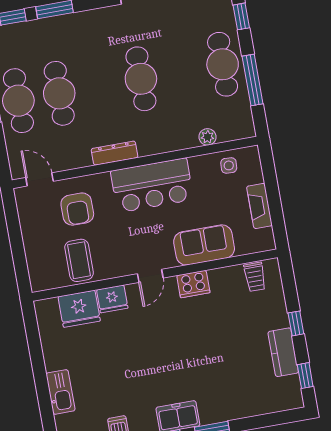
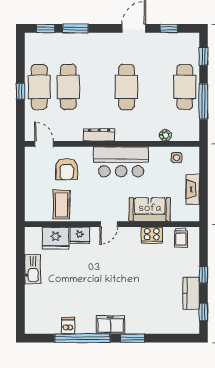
cooker: (193, 284) -> (152, 235), moved
kitchen sink: (61, 392) -> (32, 269), moved

